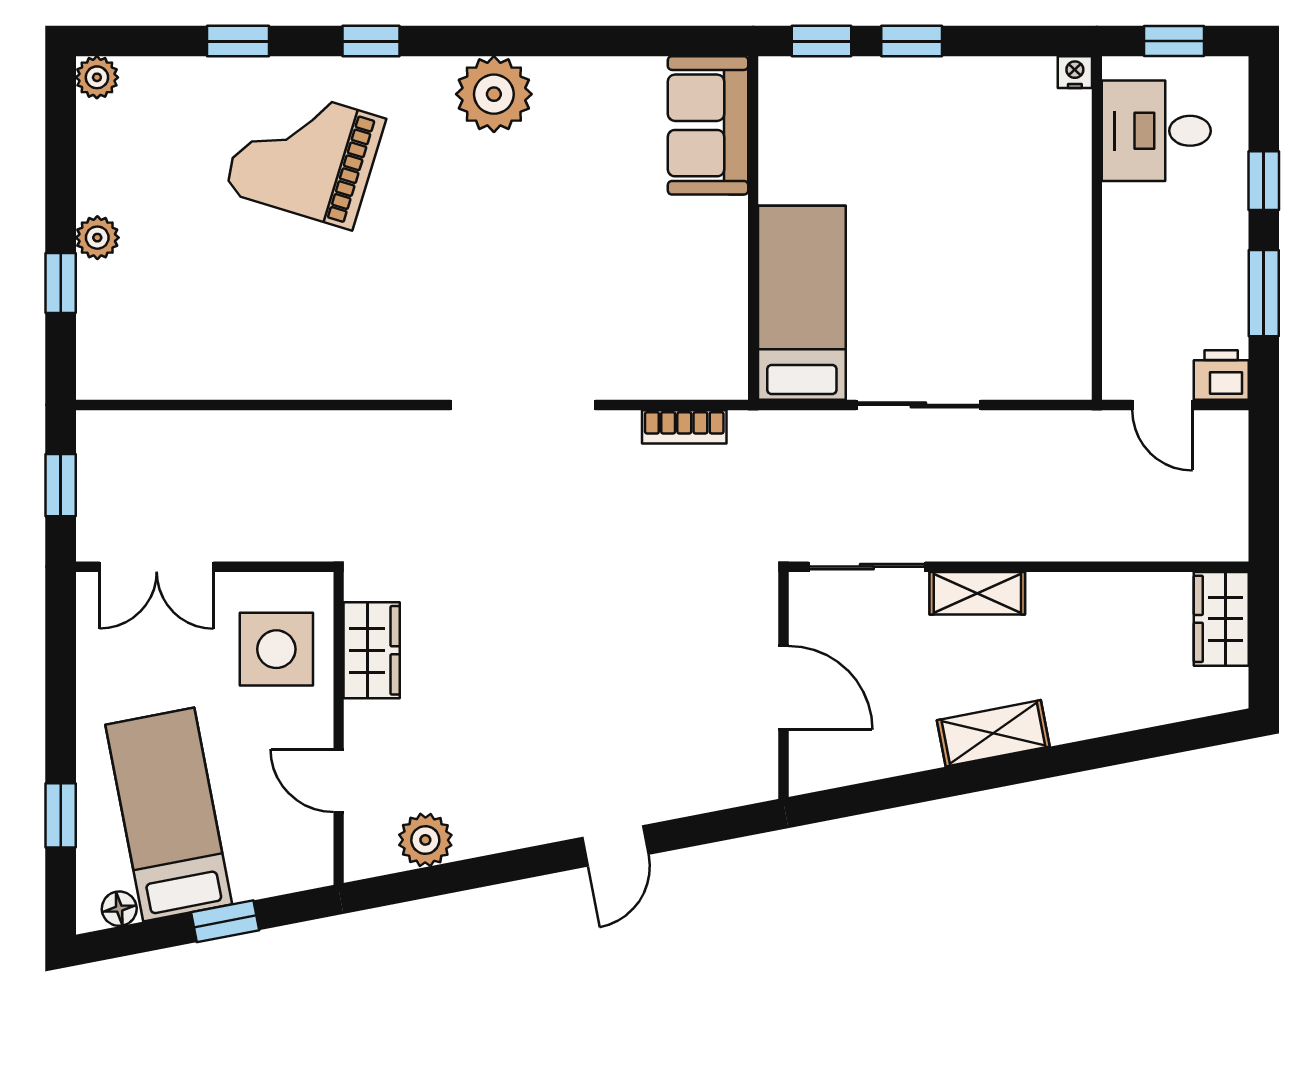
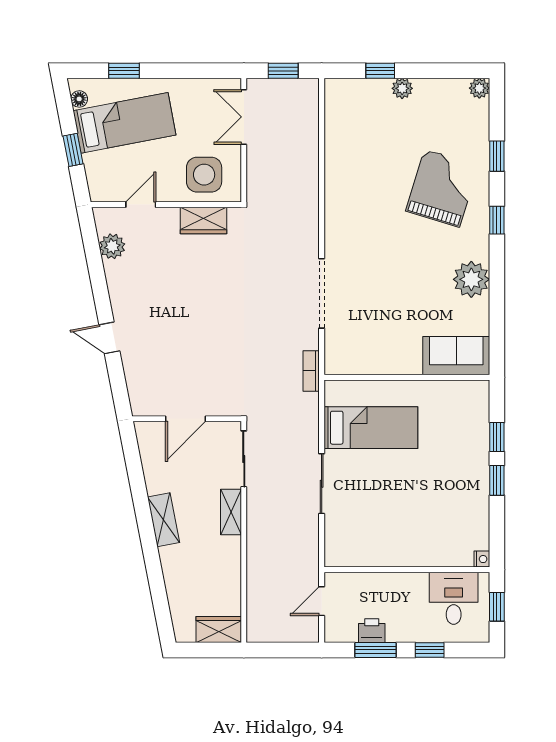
sofa: (708, 125) -> (456, 356), moved
wall: (753, 228) -> (407, 377), moved
printer: (1221, 375) -> (372, 631), moved, turned -90

